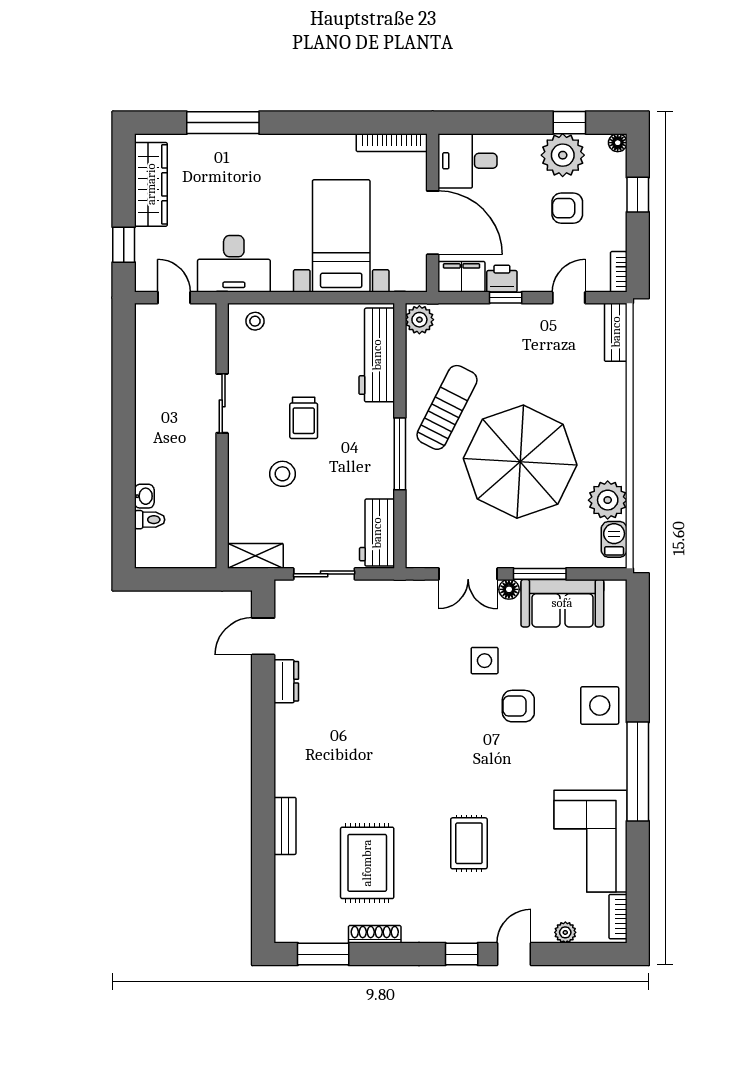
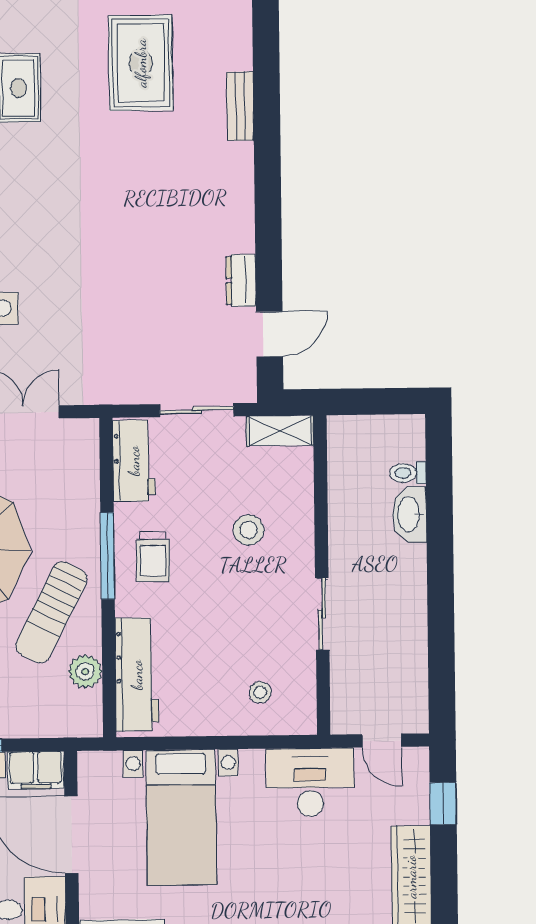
plant: (419, 320) -> (85, 671), moved
stool: (255, 321) -> (260, 692), moved
trolley: (304, 418) -> (153, 557), moved, turned 180
washbasin: (144, 496) -> (409, 514), width x1.91, depth x1.45

